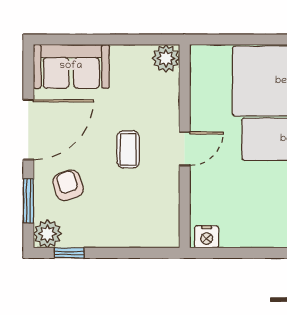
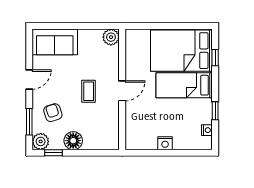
door: (28, 130) -> (29, 80), width x0.53
floor lamp: (102, 233) -> (73, 141), added
nightstand: (207, 237) -> (165, 143), moved

